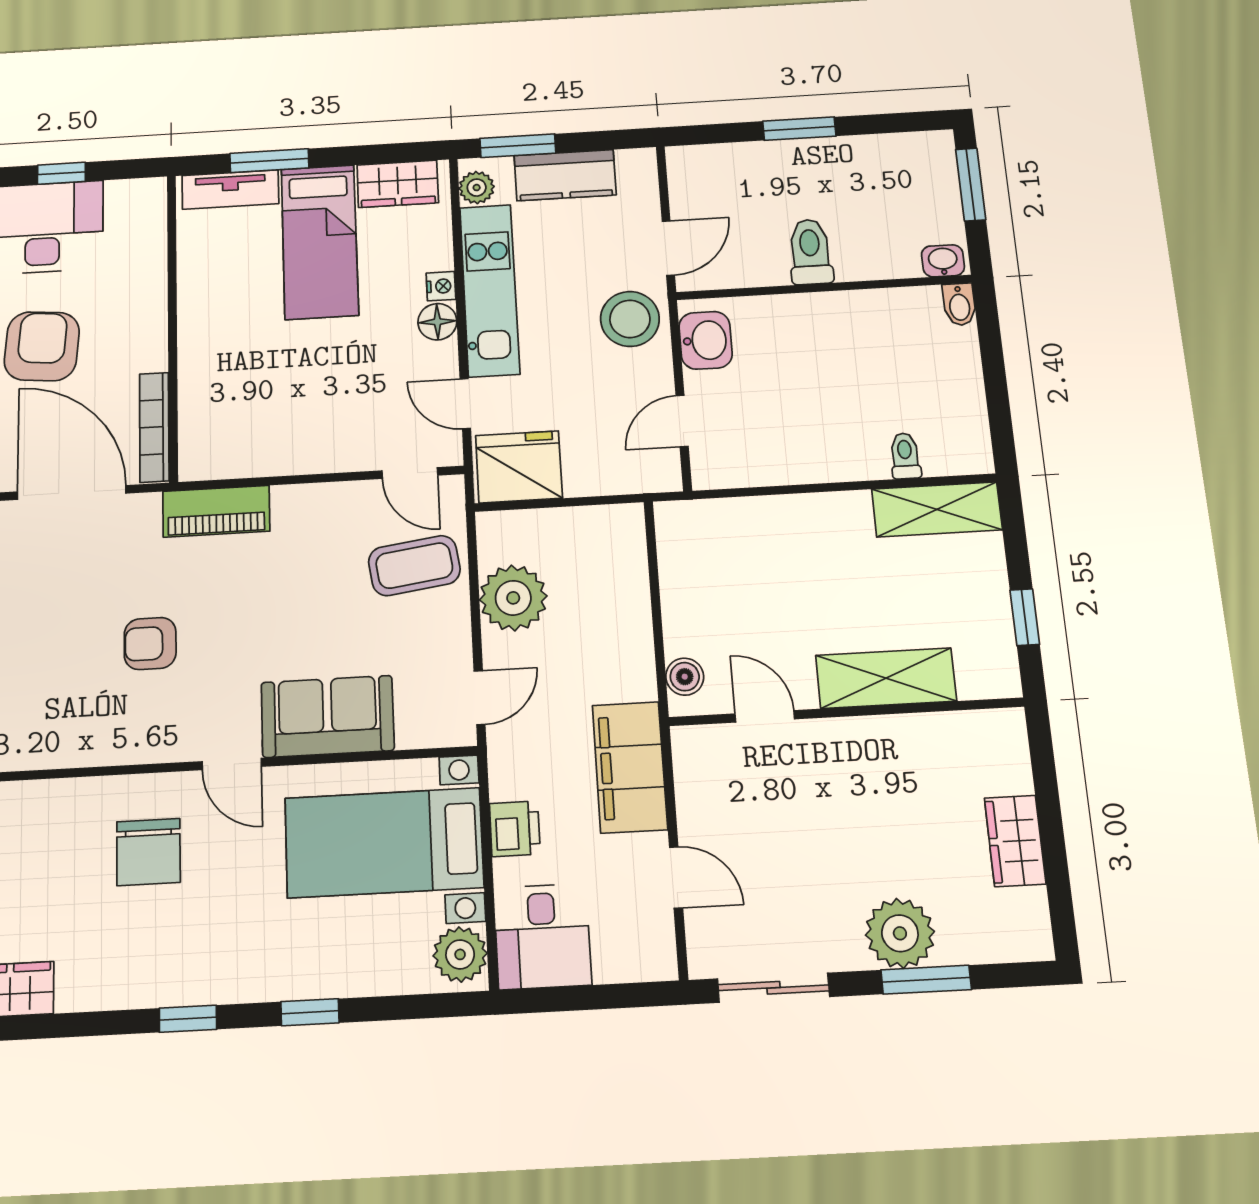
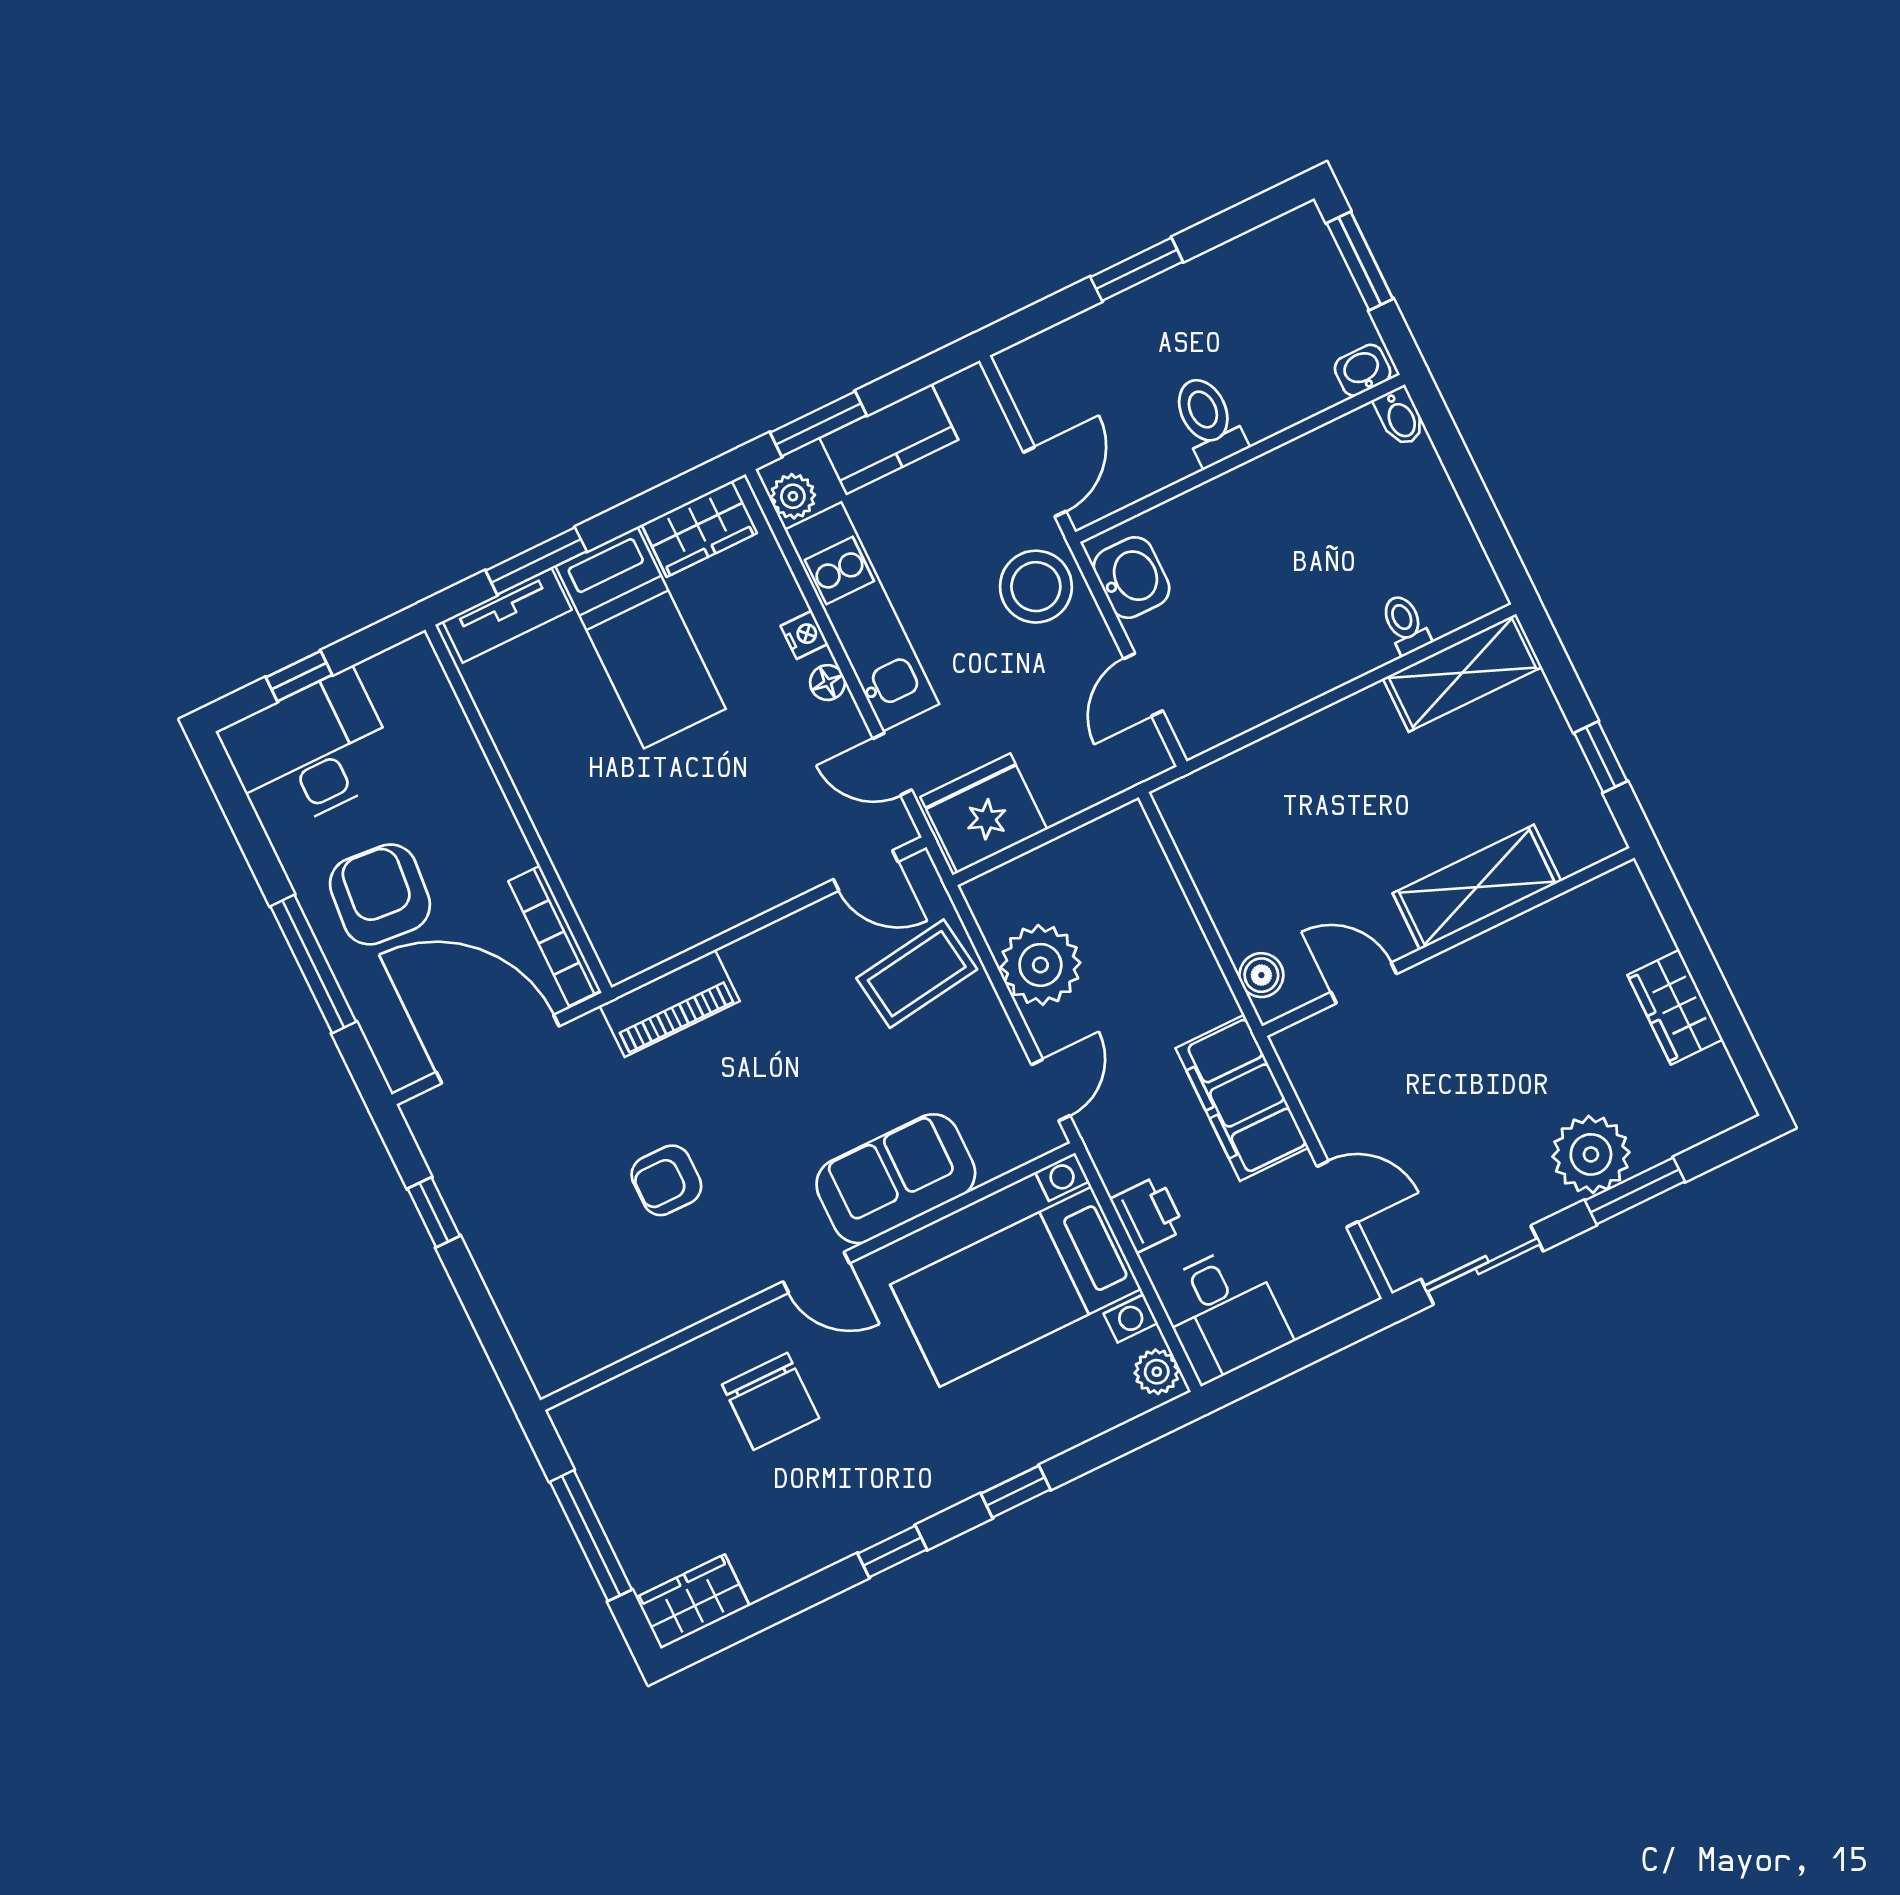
floor lamp: (437, 322) -> (828, 683), width x0.73, depth x0.73
plant: (460, 954) -> (1157, 1372), width x0.73, depth x0.73

